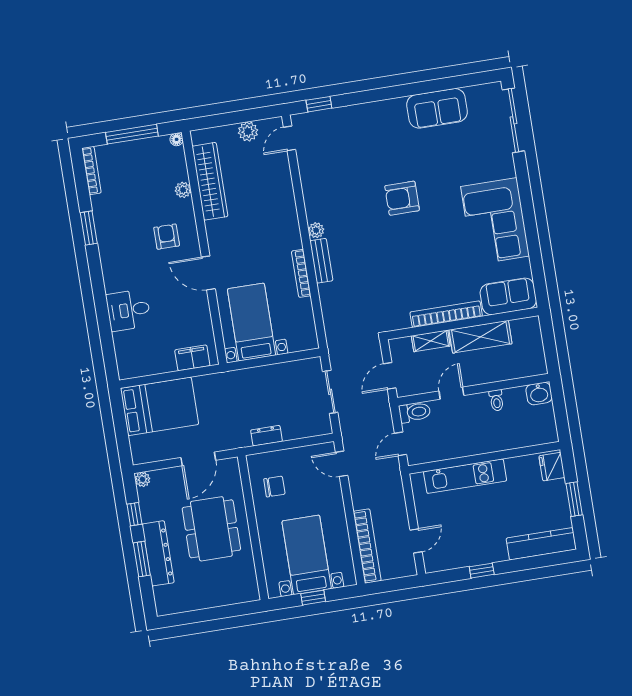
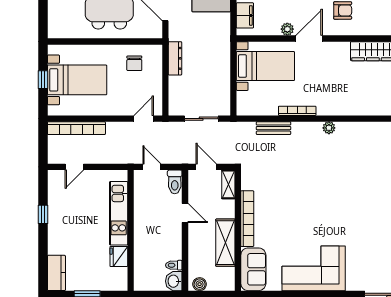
plant: (183, 190) -> (287, 29), moved
armchair: (402, 198) -> (343, 199), removed
bench: (321, 261) -> (273, 128), moved
shelving: (431, 341) -> (228, 184), moved
boiler: (538, 361) -> (200, 284), added
toilet: (496, 400) -> (174, 265), moved
dresser: (266, 436) -> (175, 58), width x1.44
fridge: (552, 467) -> (119, 256), moved, turned -90
door: (416, 541) -> (74, 167), hinge flipped
kitchen counter: (541, 544) -> (56, 273), width x0.67

